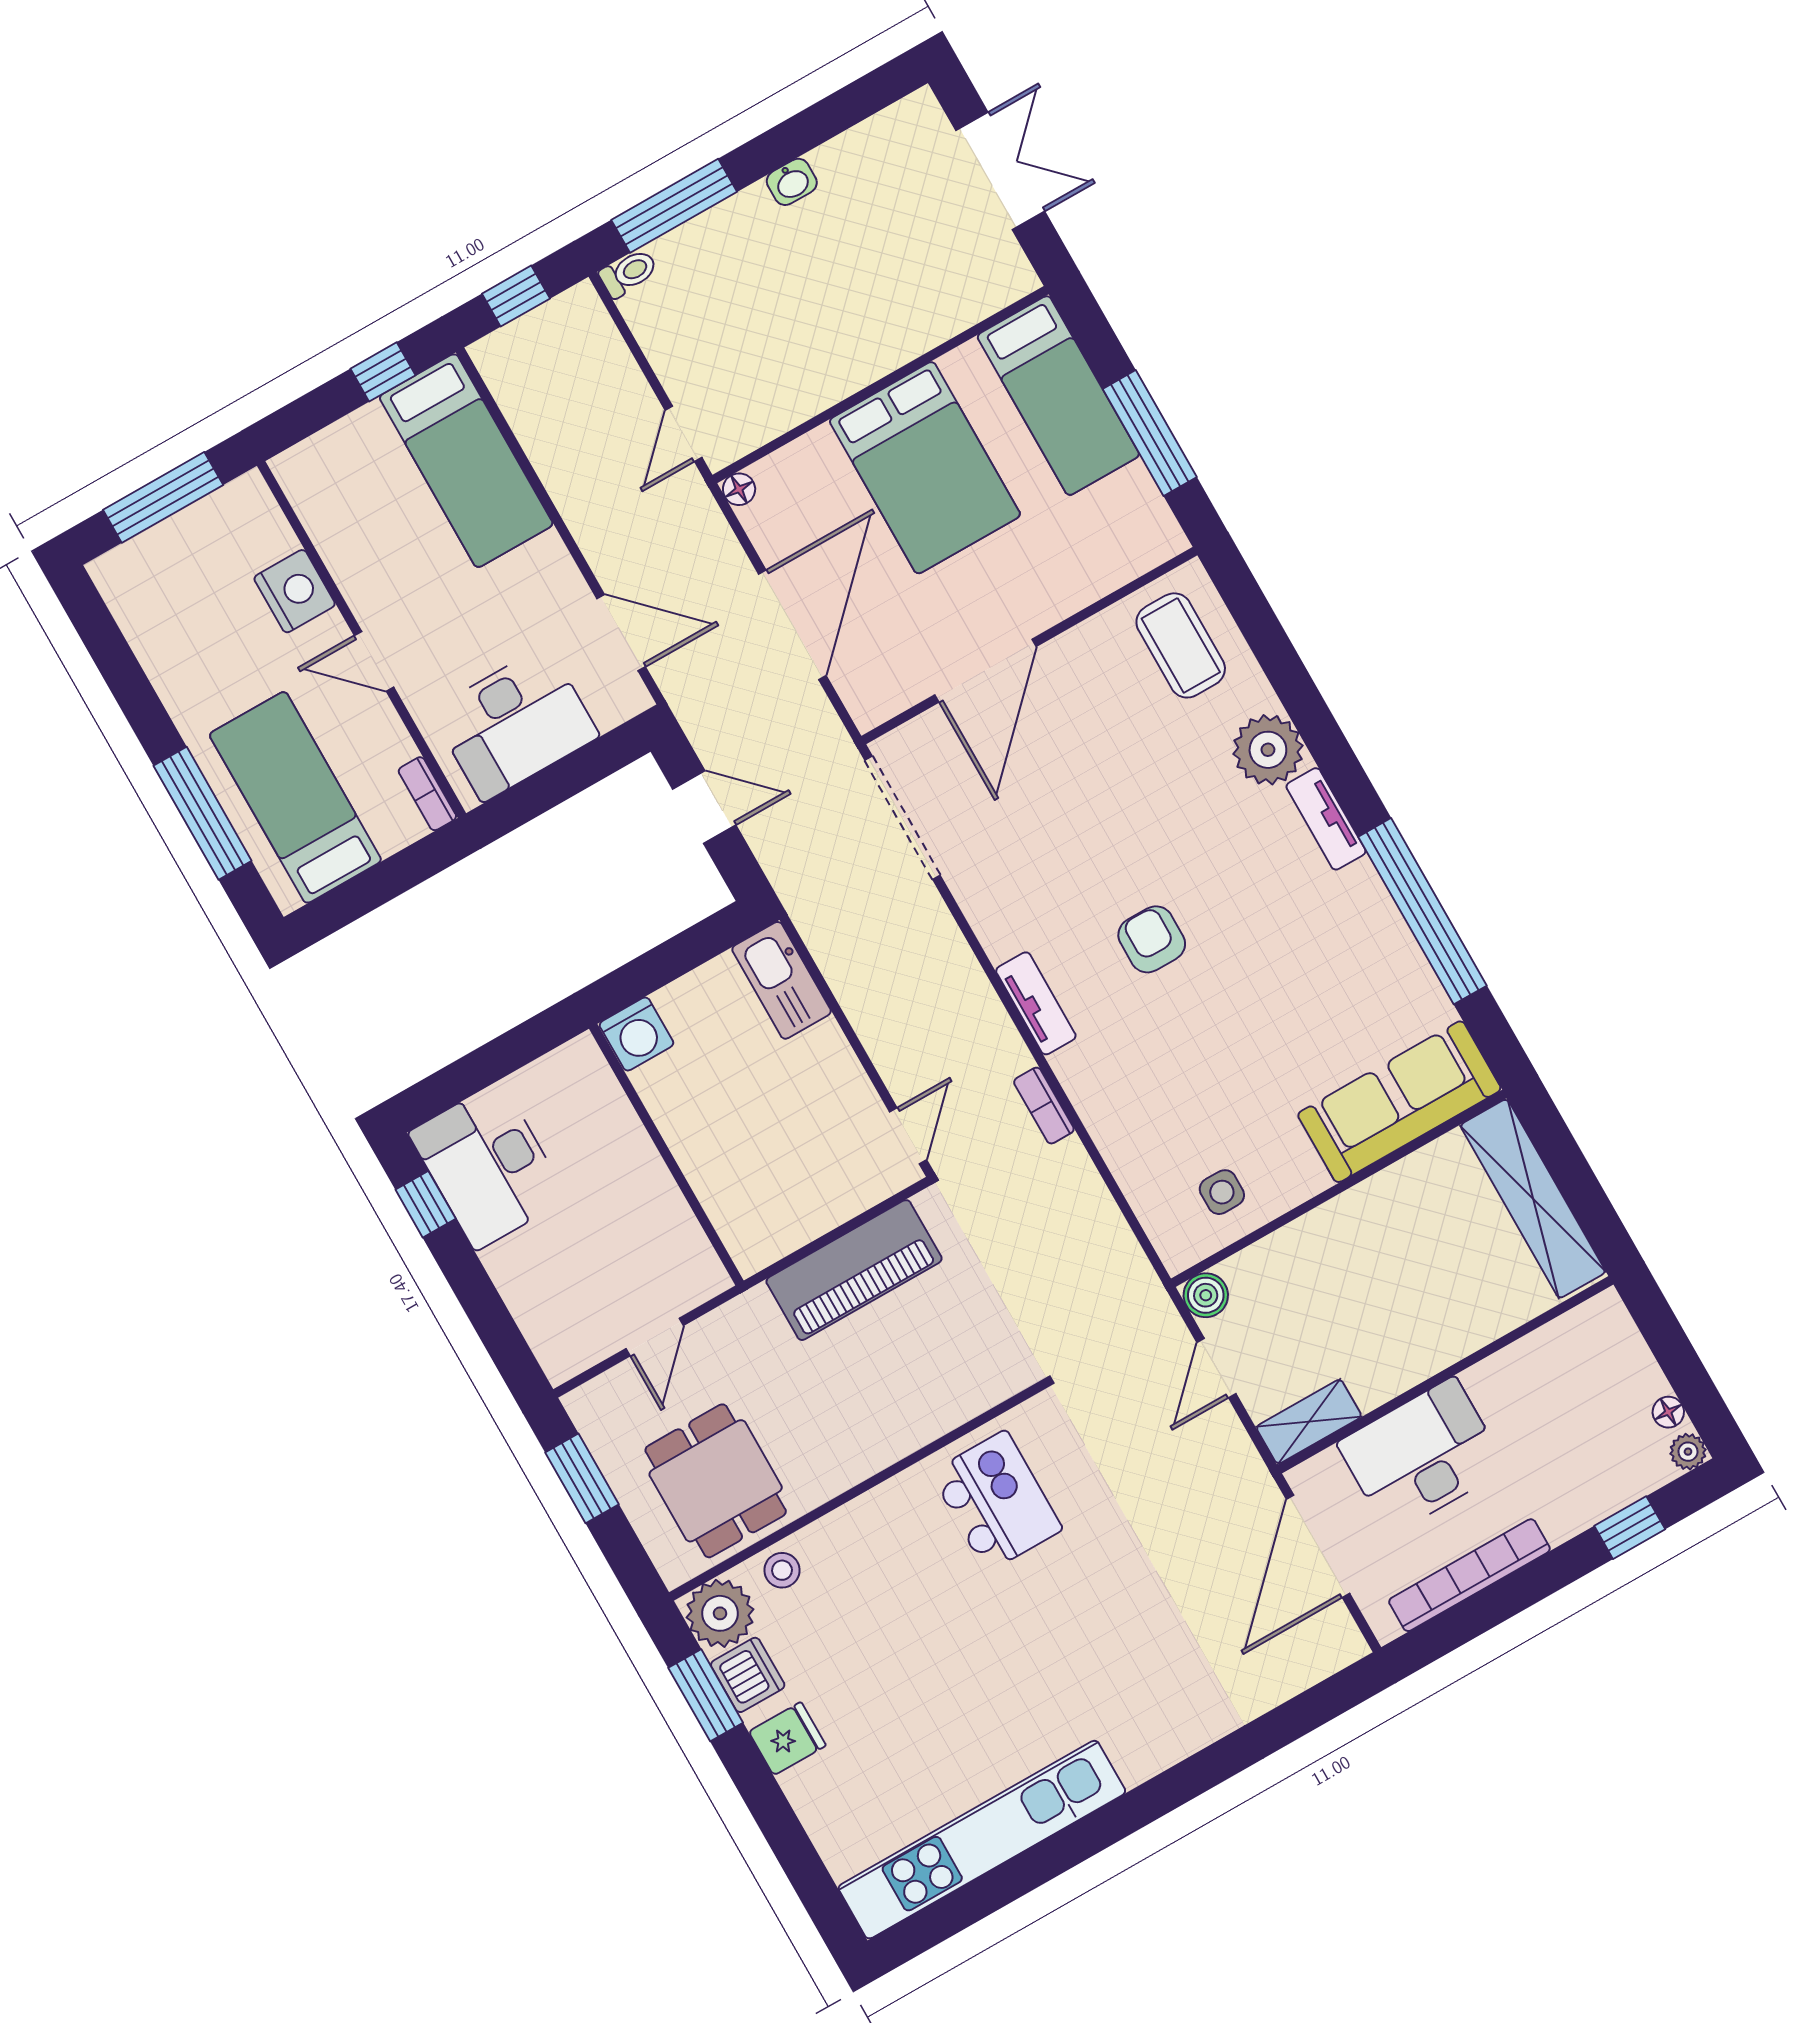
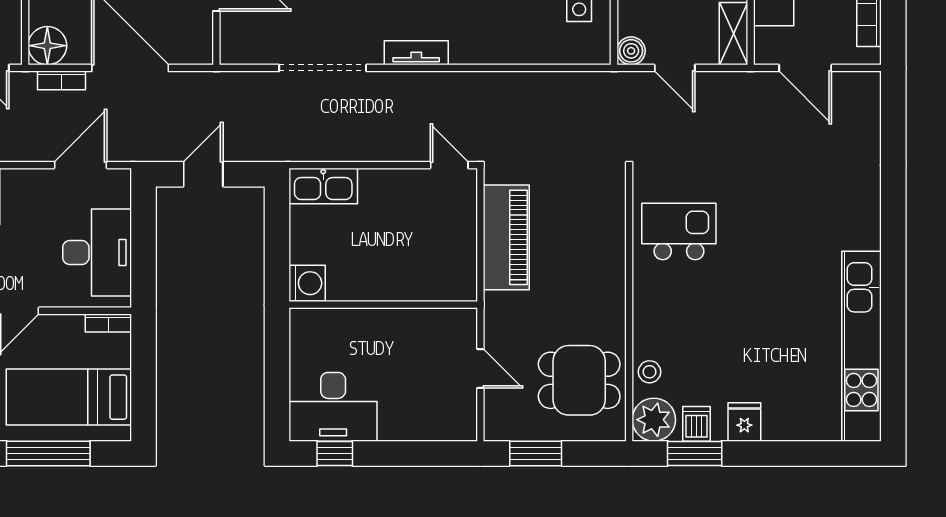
floor lamp: (739, 489) -> (47, 46), width x1.89, depth x1.89
doorway: (903, 818) -> (323, 68), moved
bookcase: (1044, 1106) -> (61, 80), moved
door: (1318, 1546) -> (805, 68), width x0.73
dishwasher: (748, 1675) -> (697, 424), width x0.73

